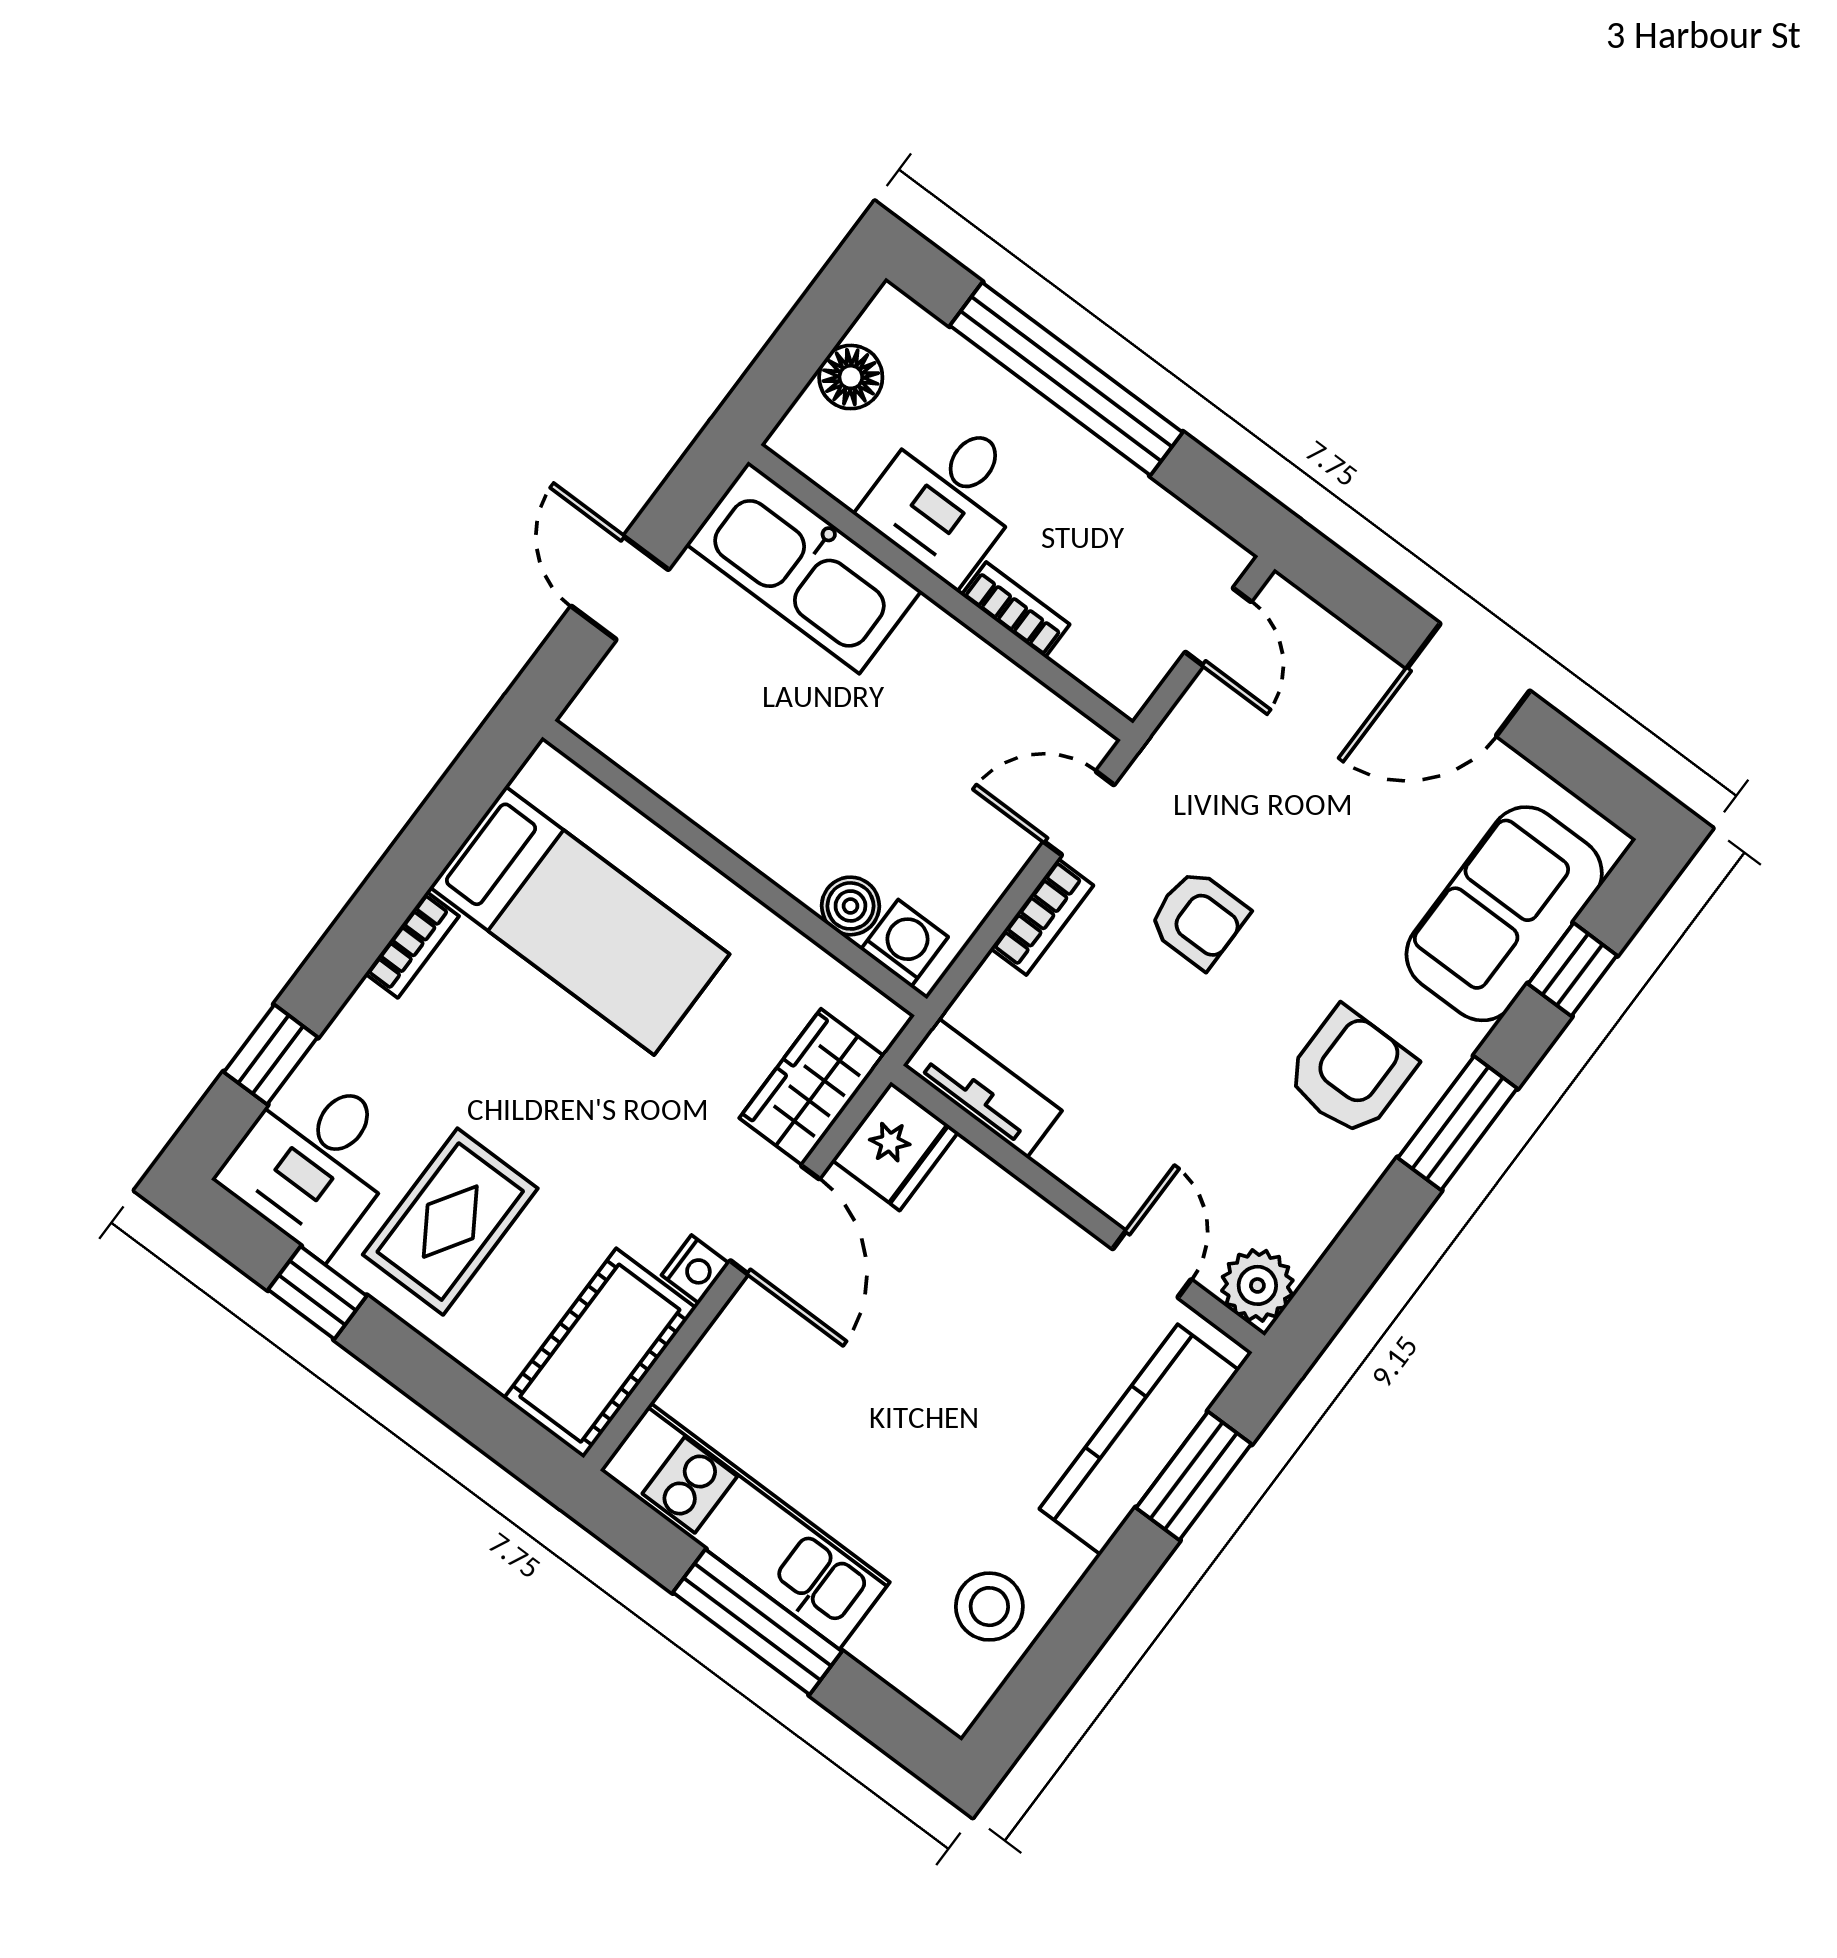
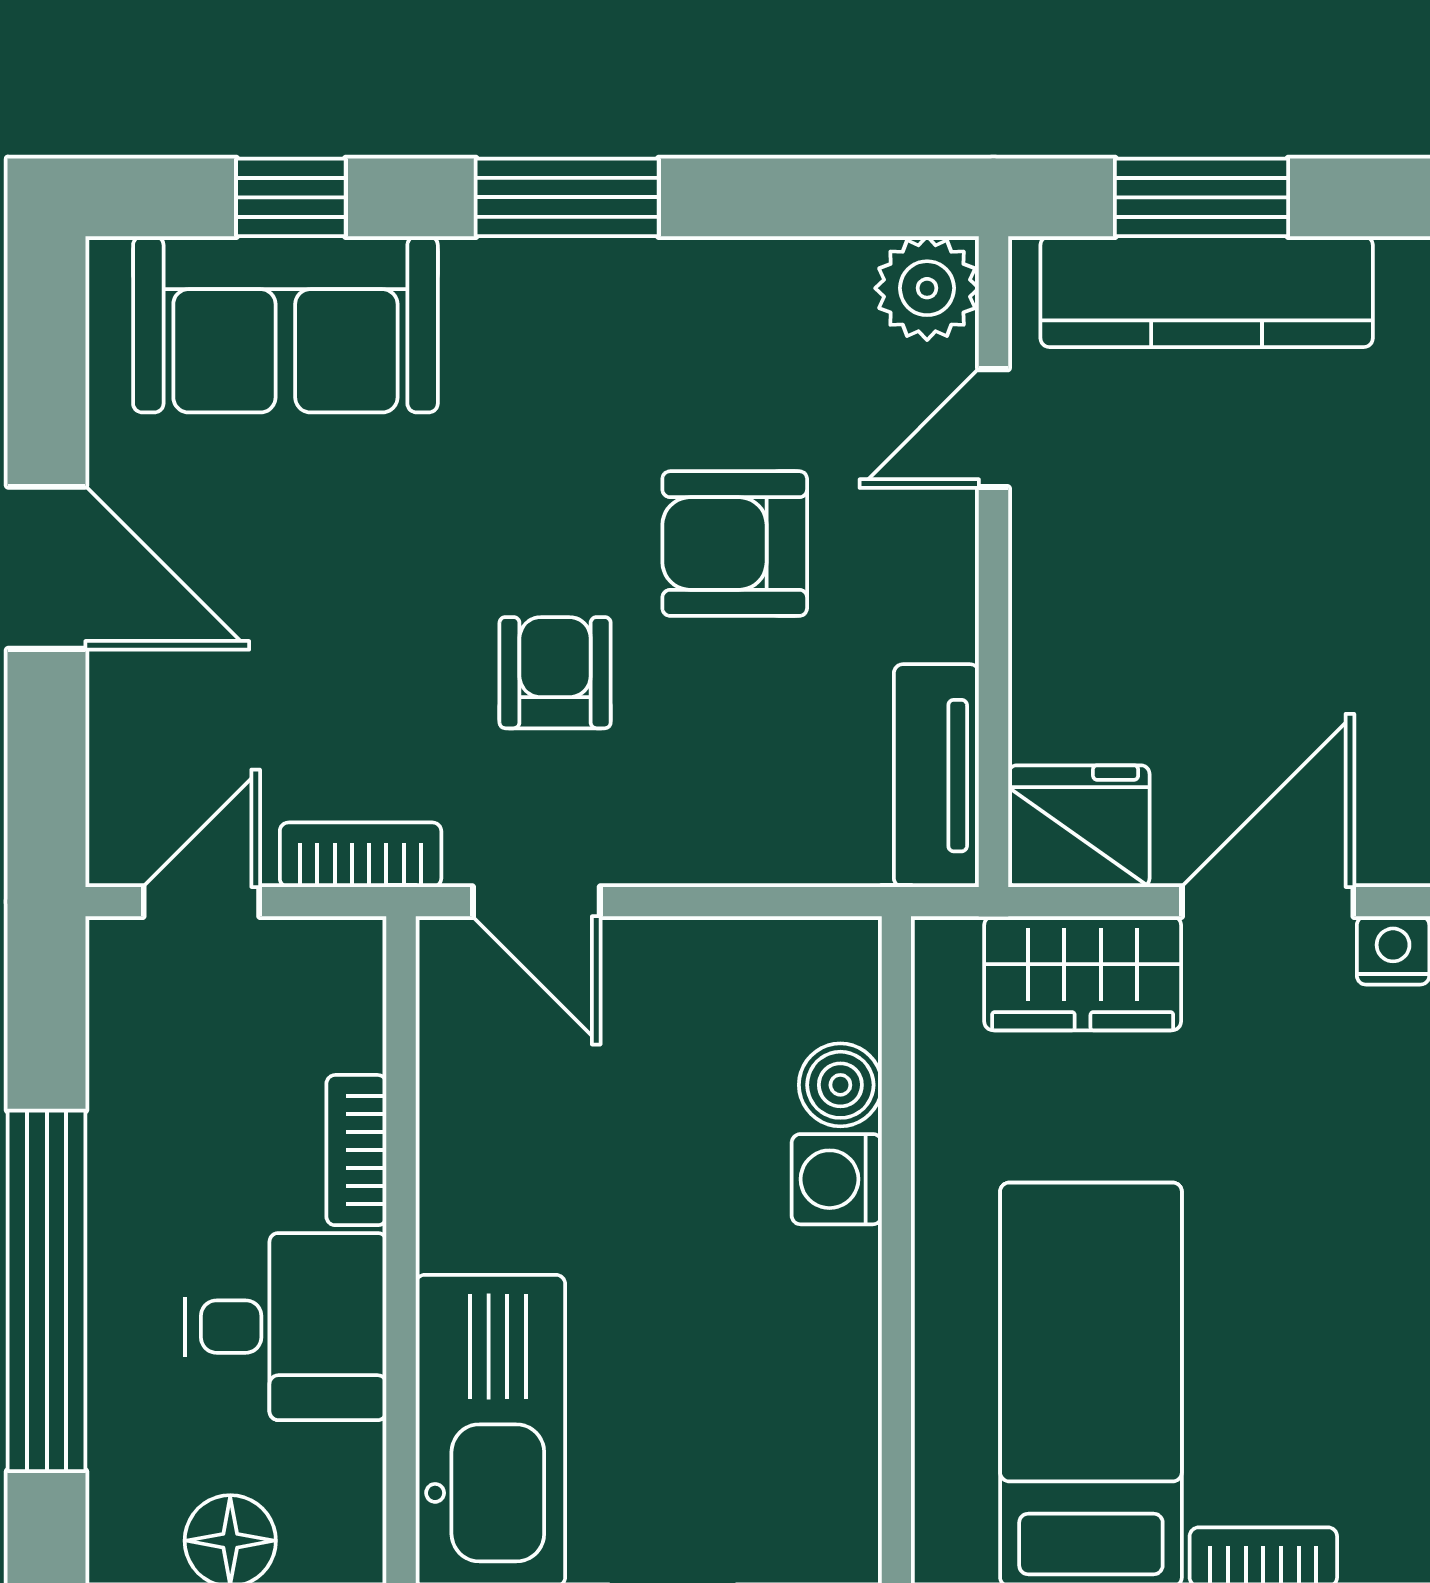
bookcase: (1042, 917) -> (361, 855), moved
washing machine: (904, 943) -> (837, 1179), moved
armchair: (1350, 1072) -> (735, 544), moved

